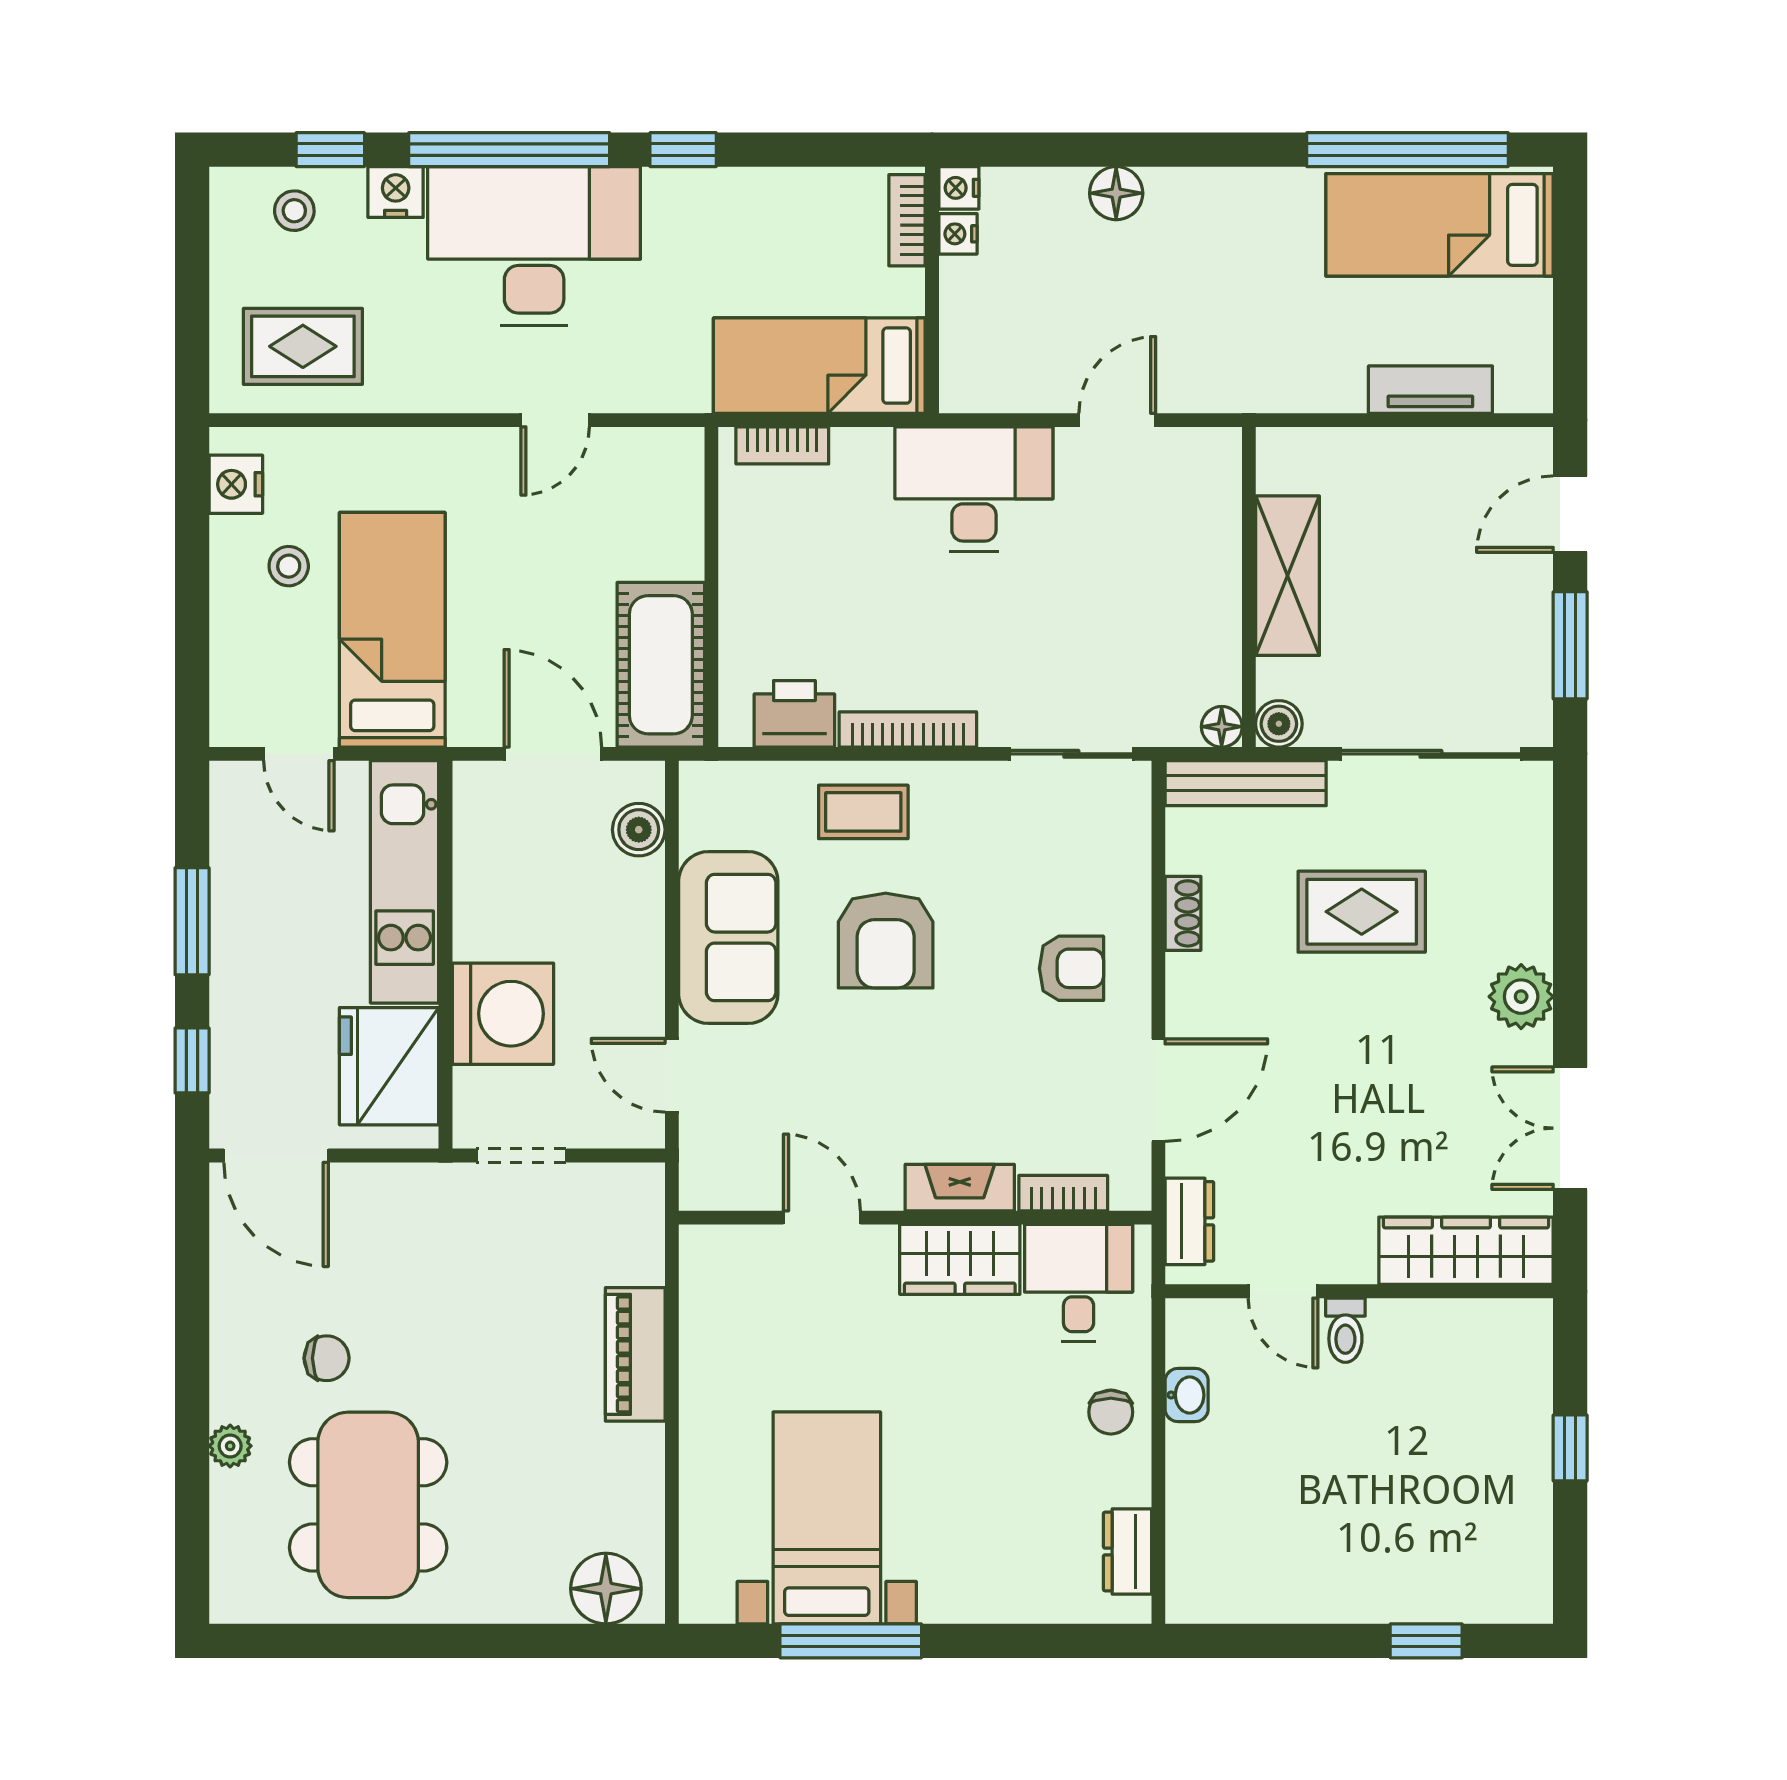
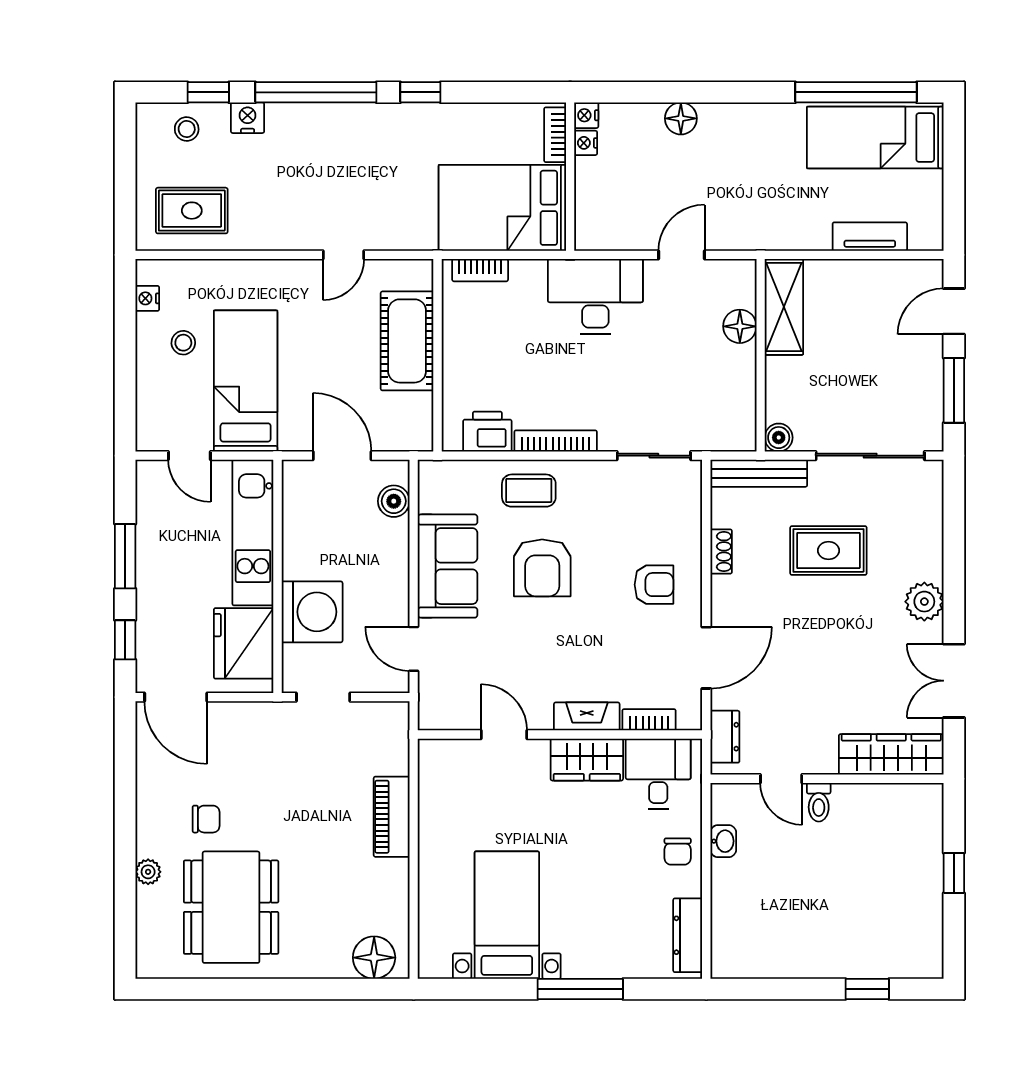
desk: (534, 246) -> (331, 150), removed
bed: (819, 366) -> (502, 208), width x1.50
nightstand: (236, 484) -> (147, 298), width x0.72, depth x0.74
shelving: (1288, 576) -> (784, 307), moved
cot: (661, 665) -> (407, 341), moved
floor lamp: (1222, 727) -> (740, 326), moved, width x1.37, depth x1.37
dresser: (1127, 1551) -> (688, 935), width x1.44
window: (851, 1641) -> (580, 989), moved

